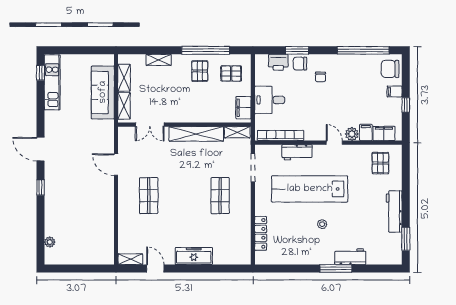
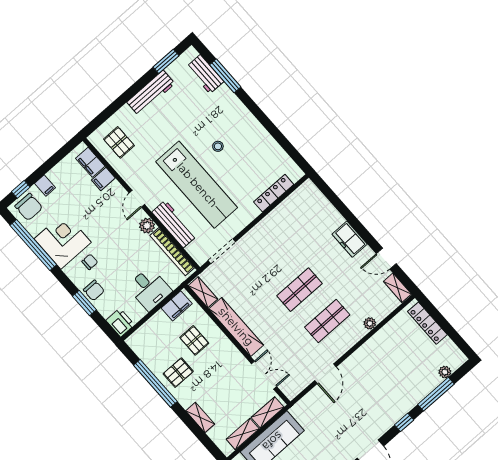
printer: (278, 62) -> (120, 323), moved
corner desk: (349, 72) -> (63, 241), added
pallet: (231, 73) -> (194, 340), moved
window: (406, 105) -> (21, 189), moved
plant: (352, 134) -> (147, 226), moved
workbench: (297, 152) -> (174, 224), width x1.38
pallet: (380, 163) -> (119, 142), turned 90
shop shelf: (220, 196) -> (300, 290), moved
plant: (123, 221) -> (370, 323), added
window: (40, 224) -> (436, 394), added
freezer: (194, 256) -> (350, 239), width x0.71
workbench: (350, 257) -> (205, 74), moved
locker: (91, 258) -> (427, 323), added
door: (155, 268) -> (386, 259), hinge flipped
window: (336, 268) -> (225, 76), moved

